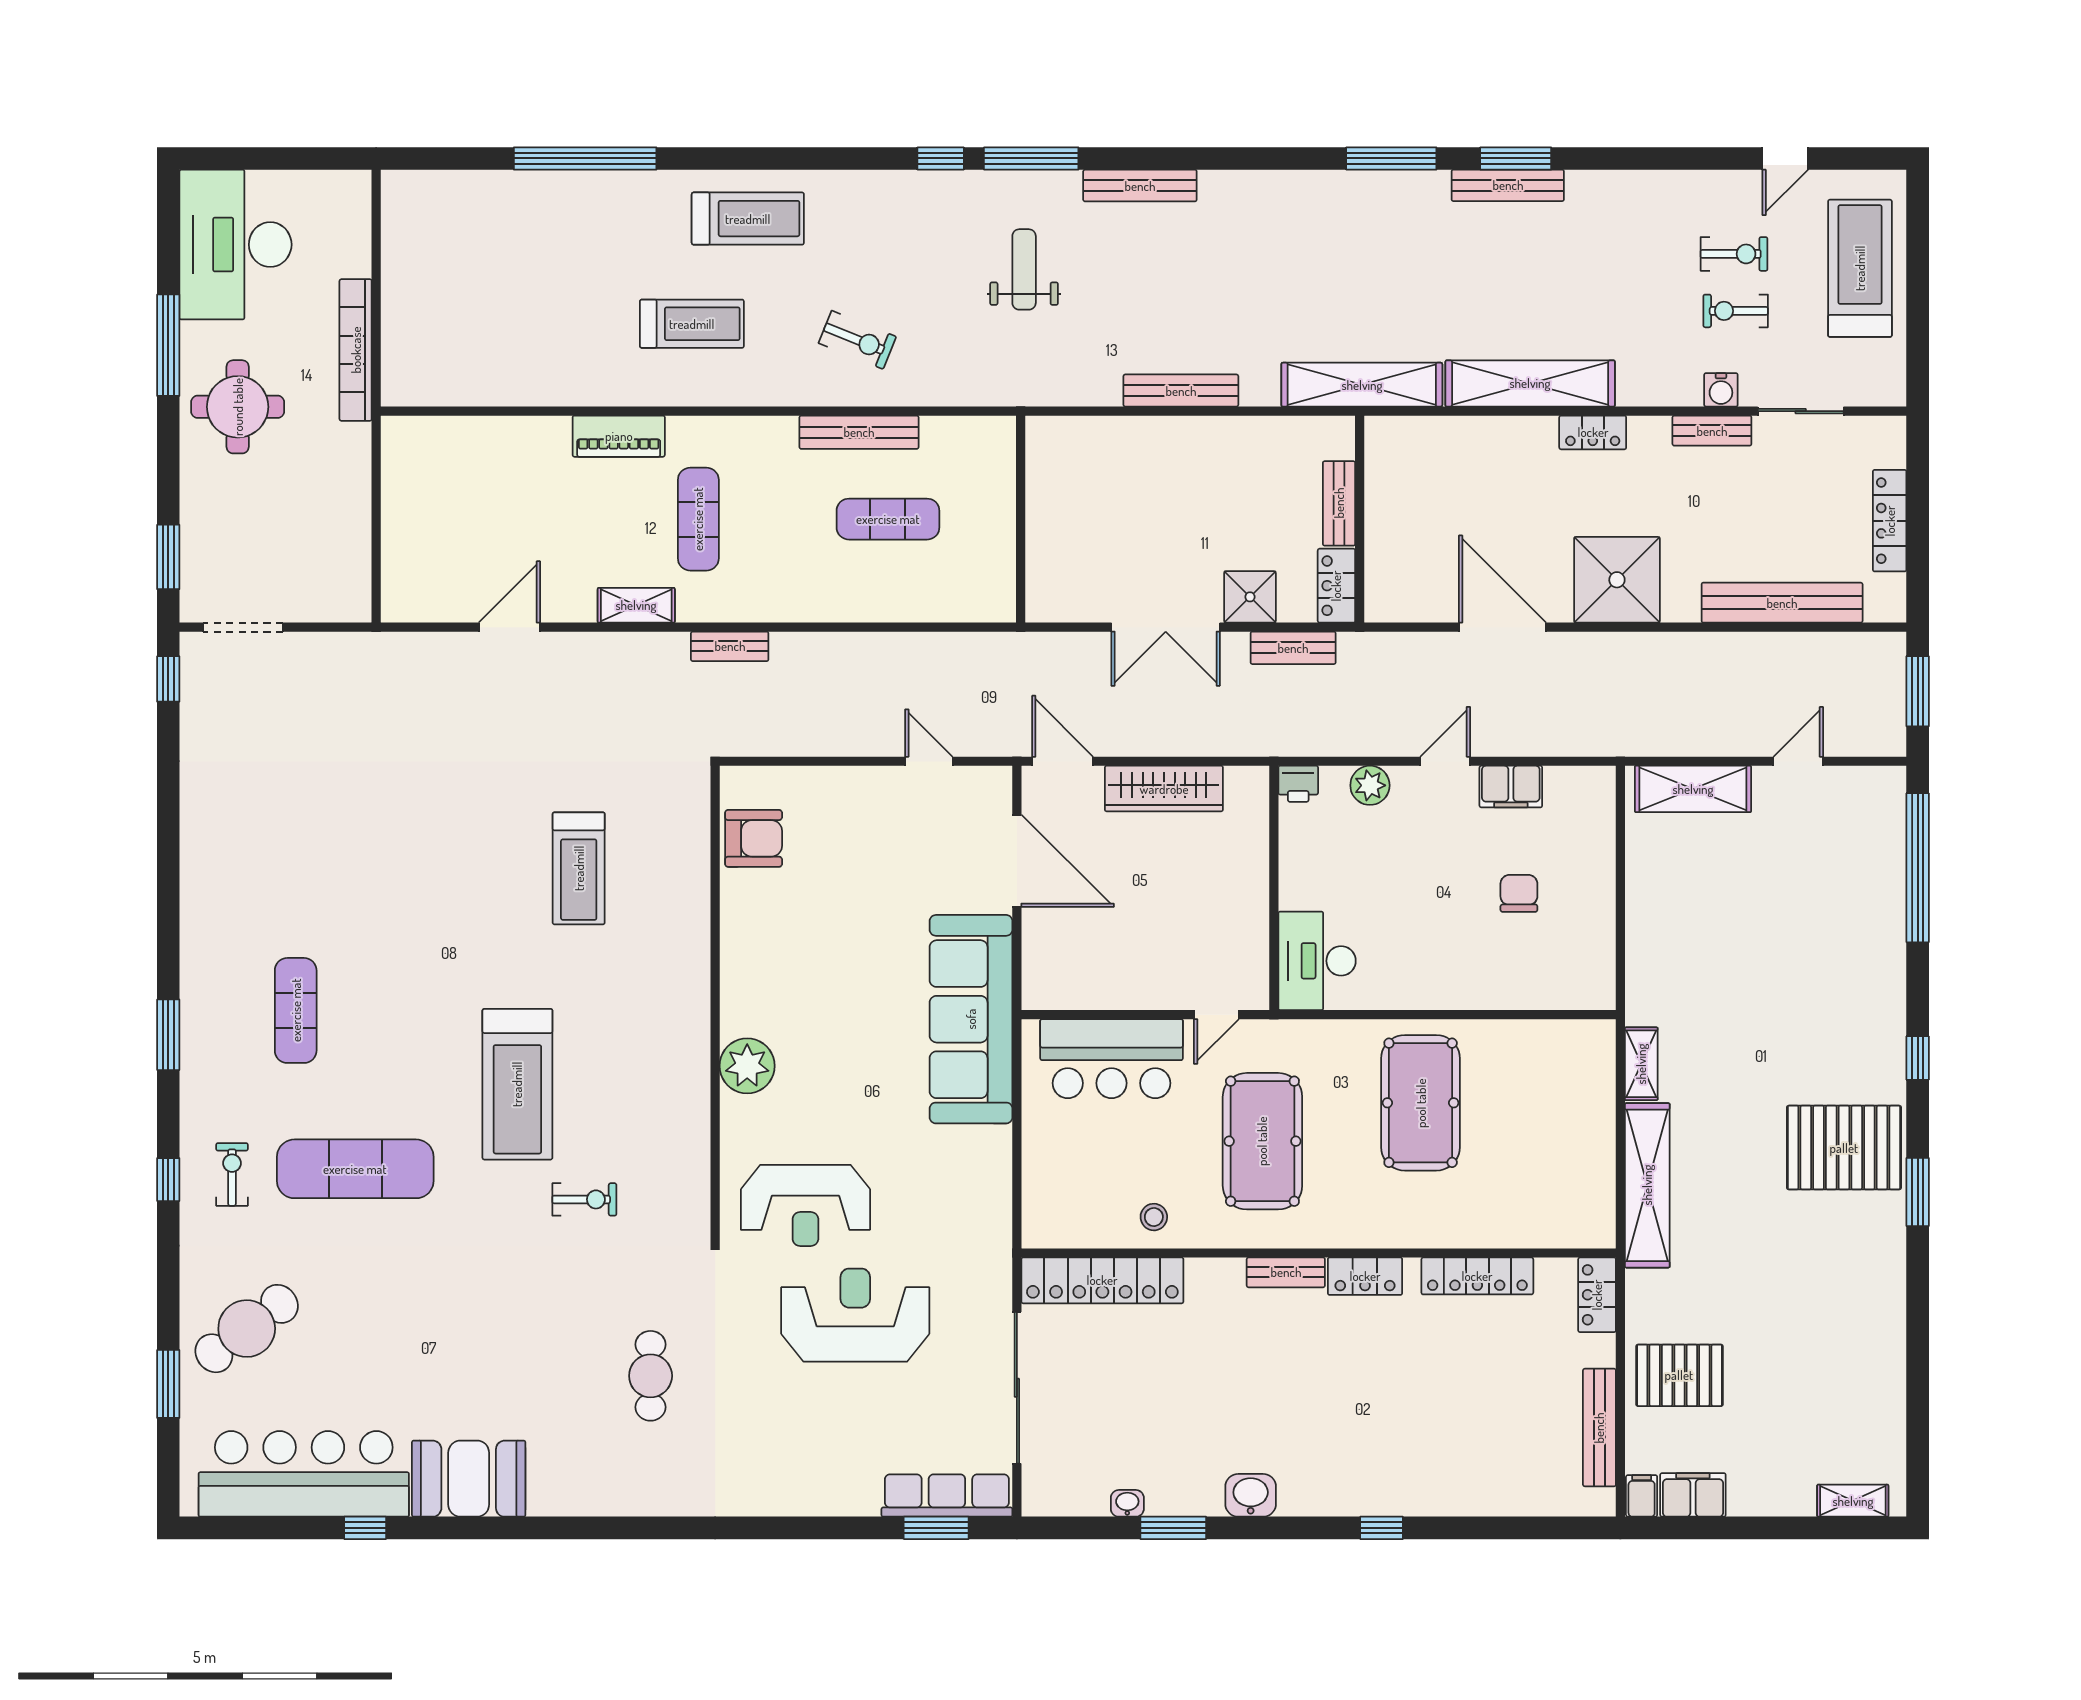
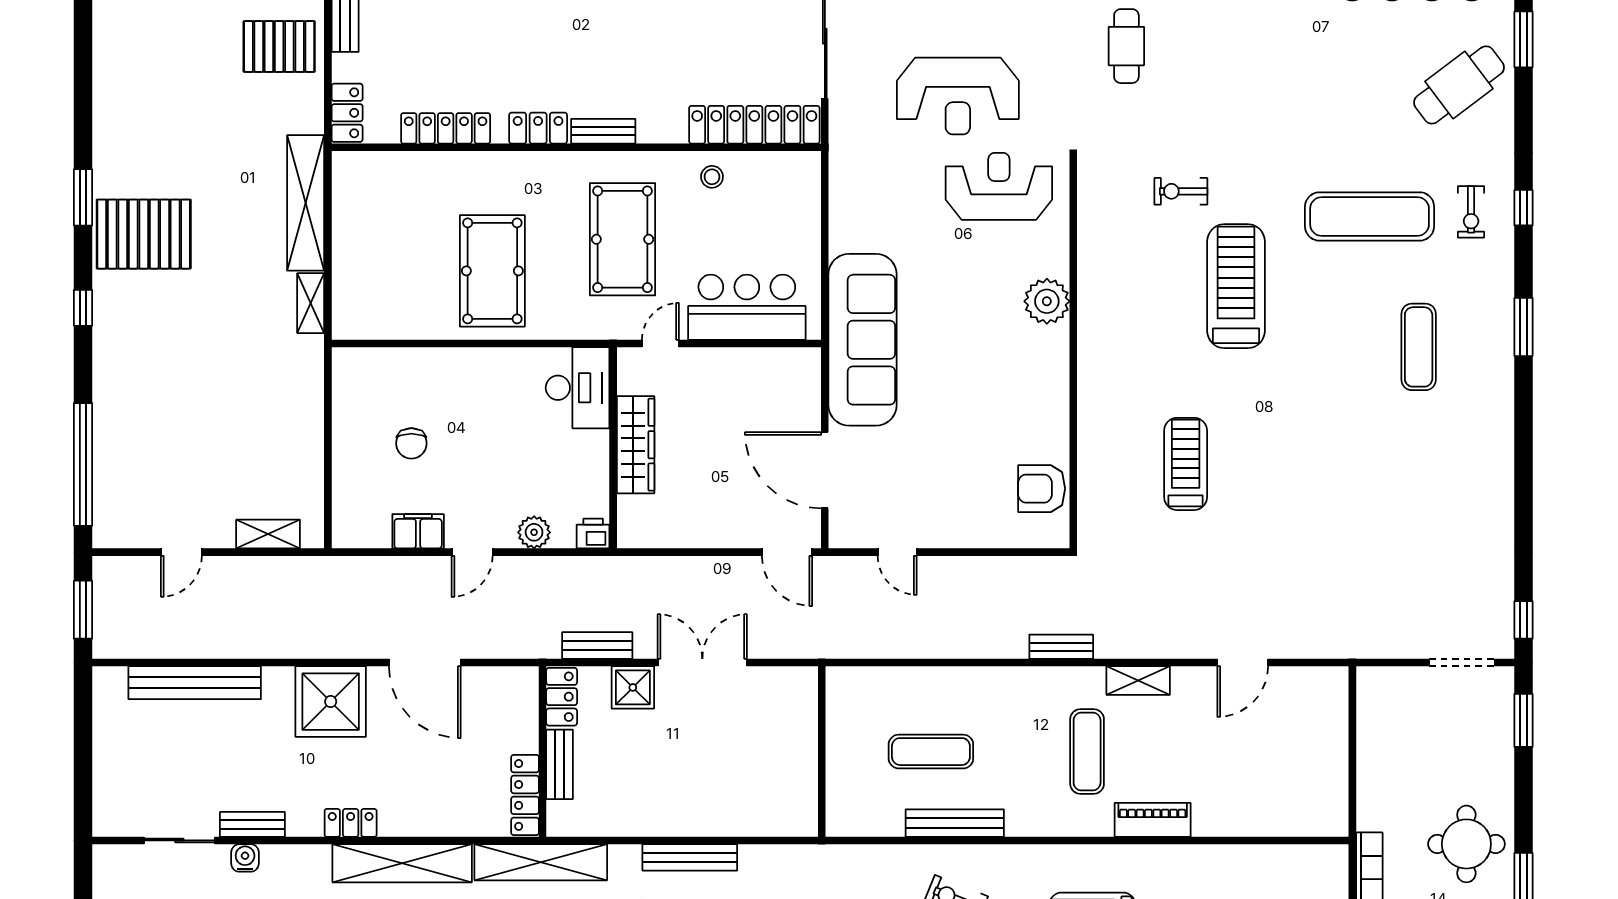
locker: (1890, 521) -> (525, 795), moved, turned 180
wardrobe: (1164, 789) -> (636, 445), moved, turned 90
shelving: (1693, 789) -> (268, 534), width x0.67, depth x0.75

